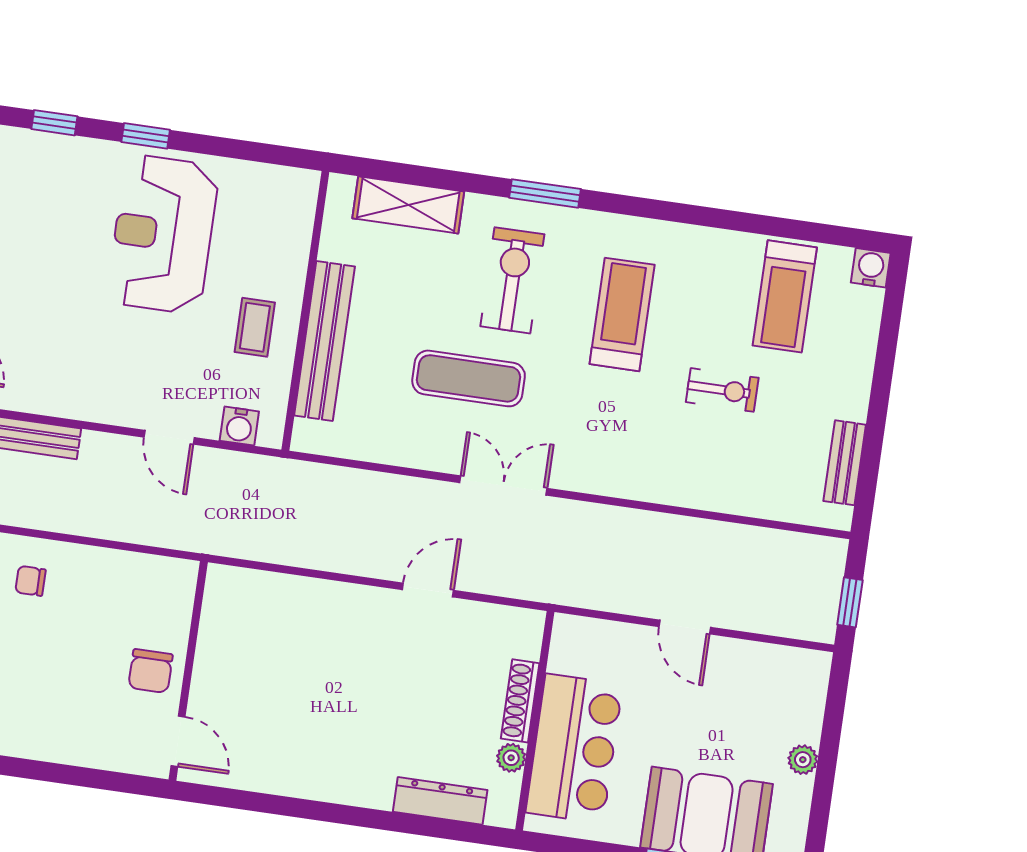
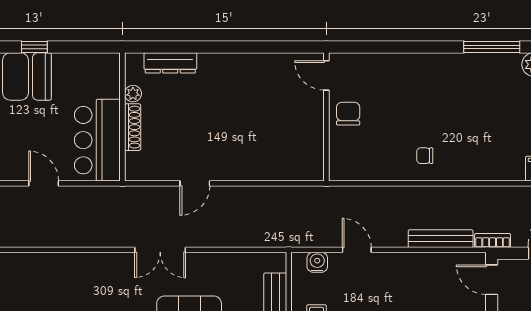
chair: (30, 581) -> (425, 156), turned 180
bar counter: (574, 749) -> (97, 140), moved

